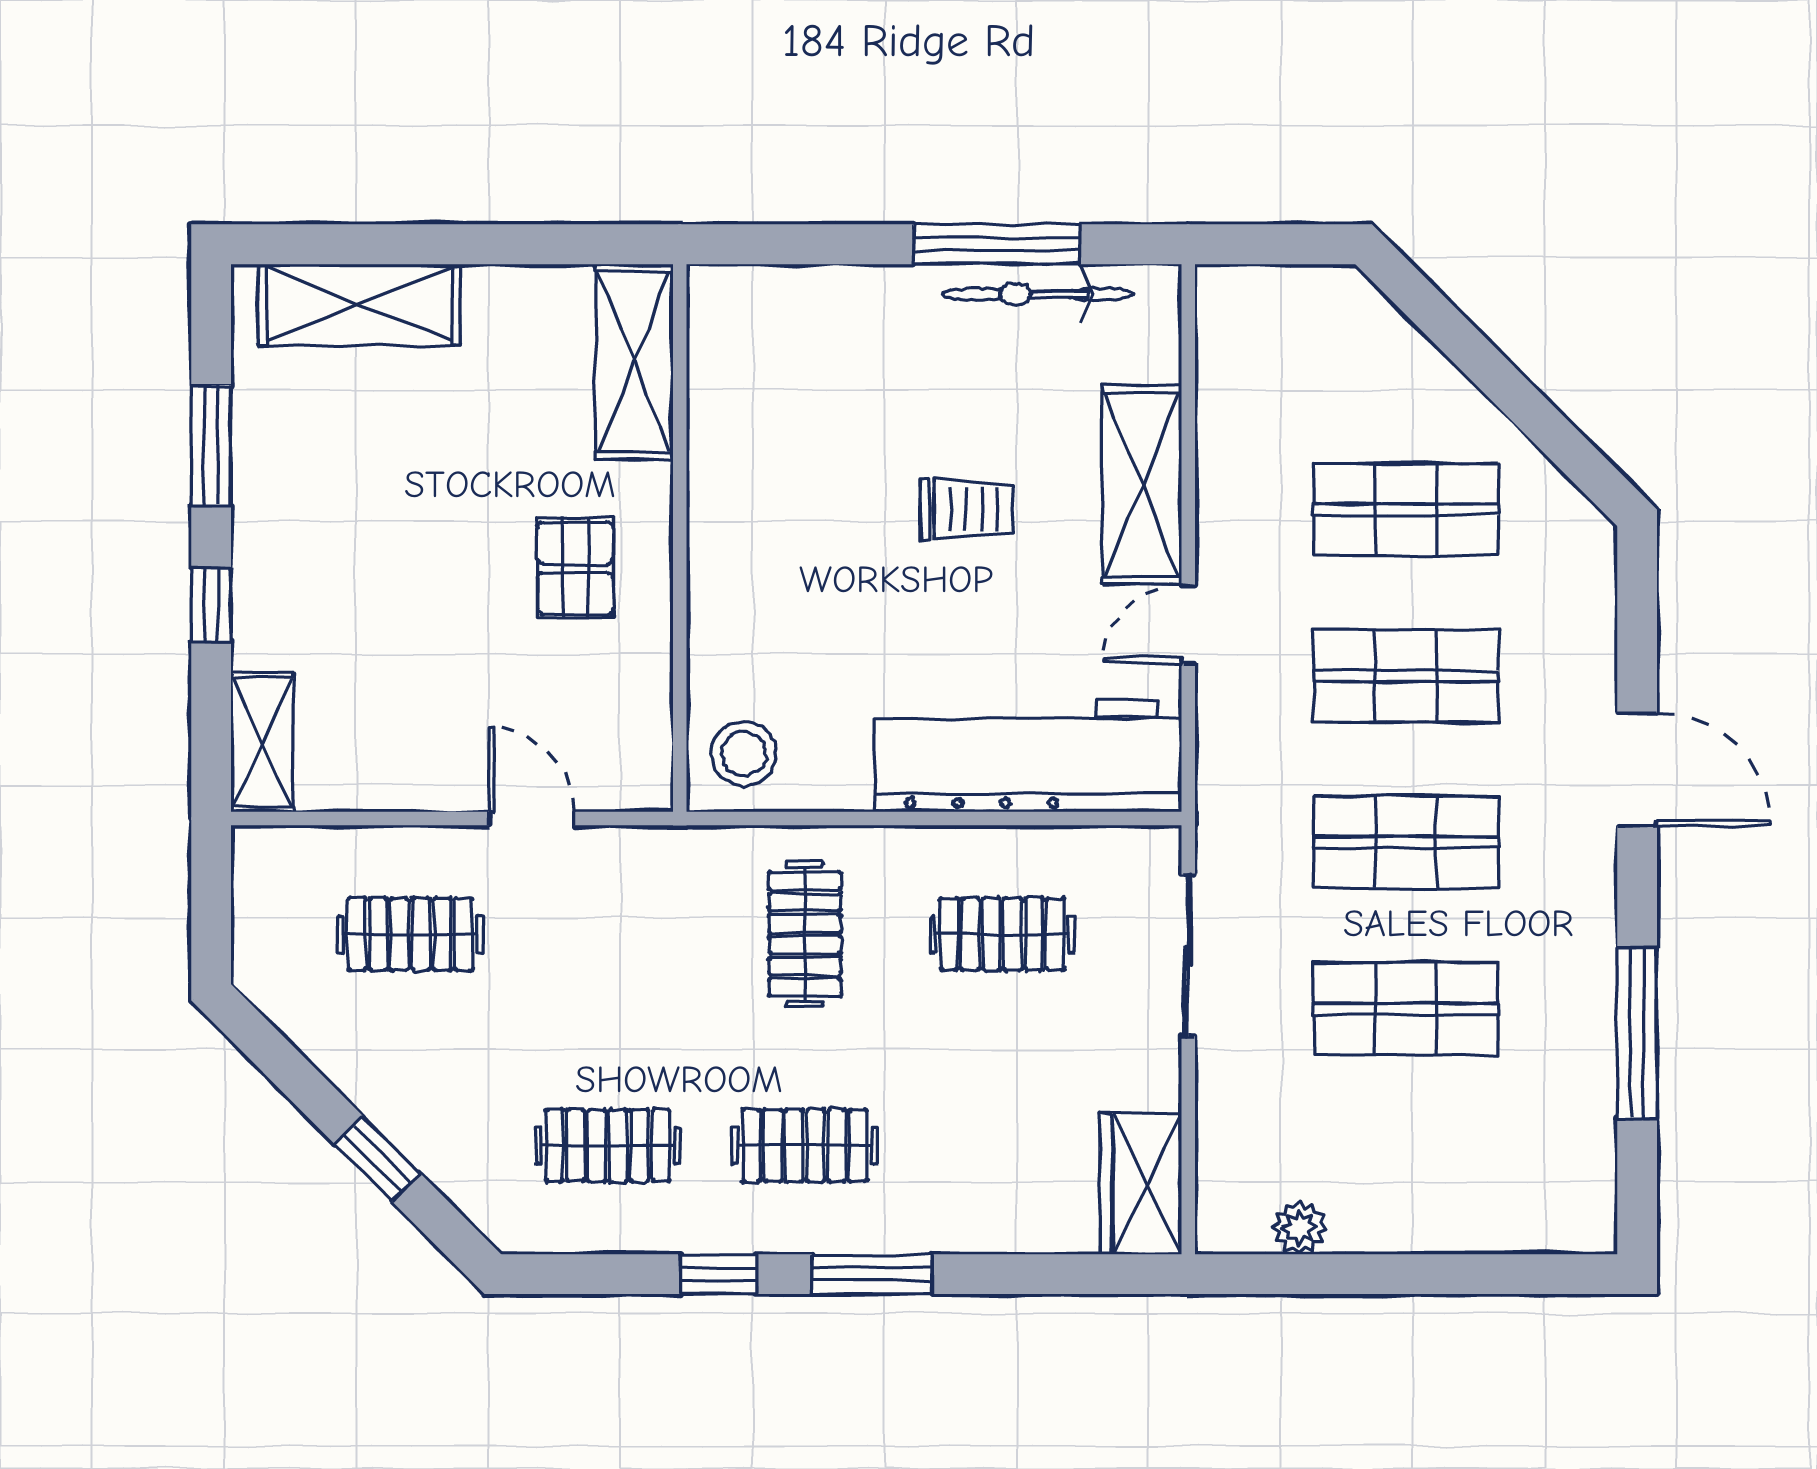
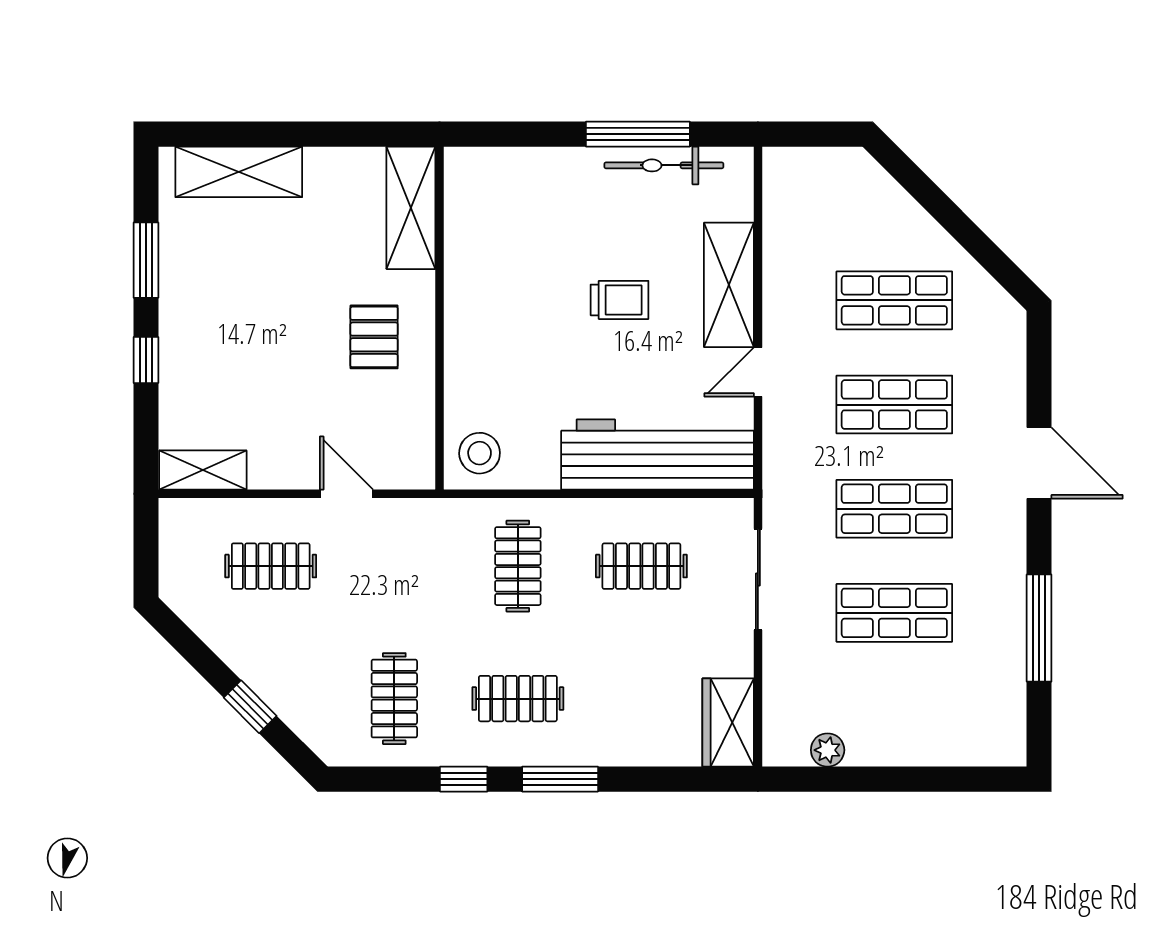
shelving: (262, 742) -> (203, 470), moved, turned 90
clothes rail: (608, 1146) -> (394, 699), turned 90

